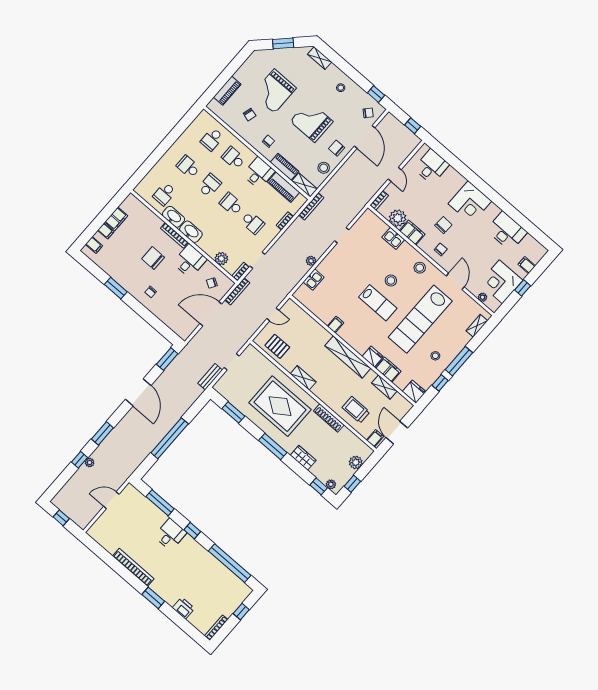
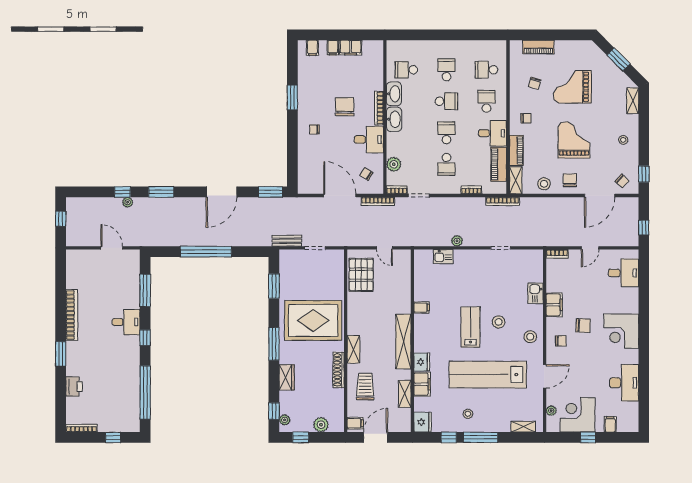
plant: (398, 218) -> (556, 282), removed
lab bench: (378, 303) -> (470, 327), turned 180
pallet: (277, 346) -> (361, 275), width x1.50, depth x1.42
shelving: (303, 378) -> (353, 349), moved
rug: (280, 406) -> (313, 320), turned 90

